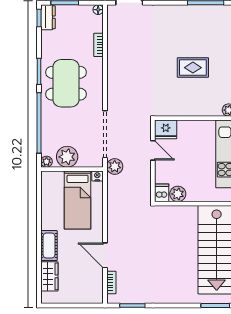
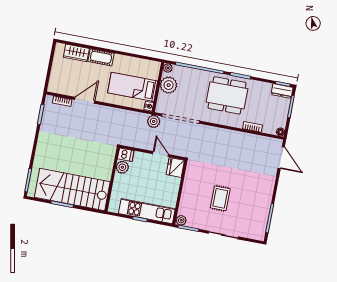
door: (153, 150) -> (161, 154), swing flipped

